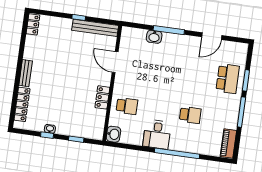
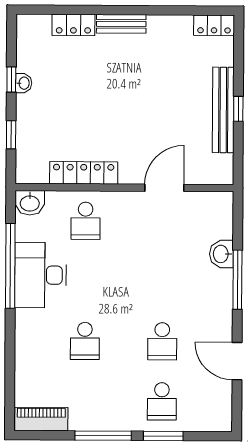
bench: (95, 28) -> (223, 110), moved
school desk: (196, 74) -> (162, 341), added
school desk: (228, 79) -> (162, 401), width x0.54
locker: (102, 97) -> (84, 173), width x1.53
locker: (22, 104) -> (73, 25), width x0.66
desk: (157, 134) -> (40, 275), width x1.37
window: (177, 153) -> (10, 266), moved

